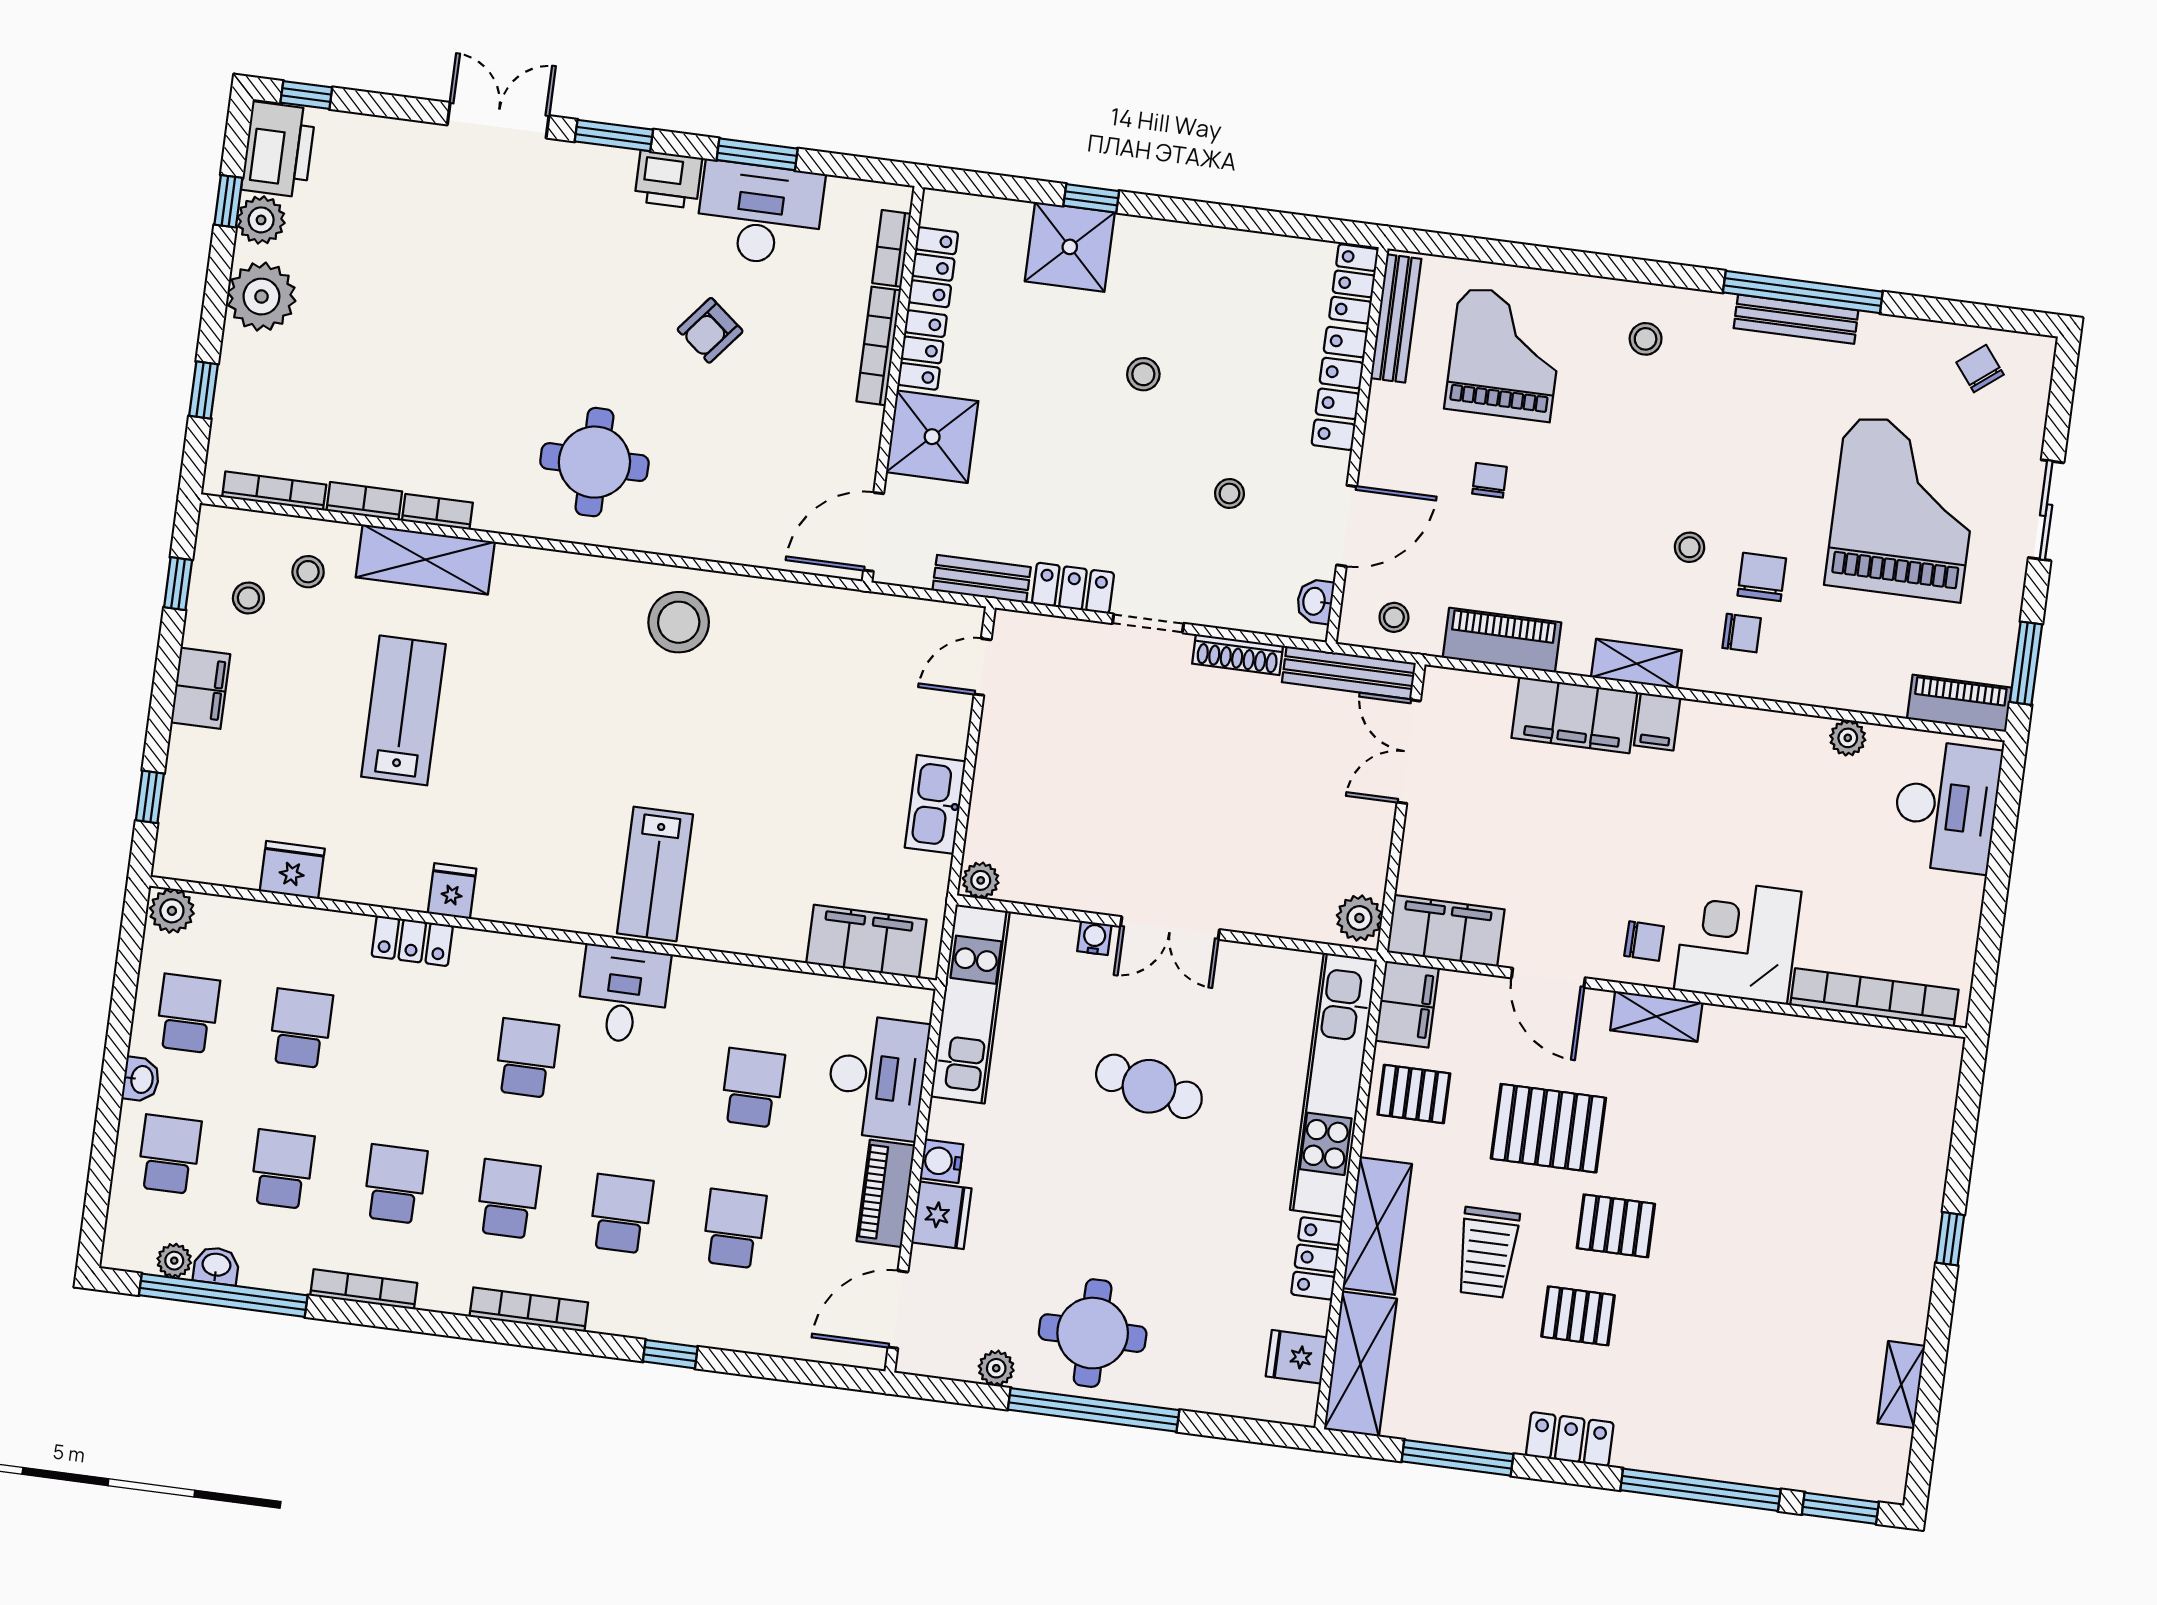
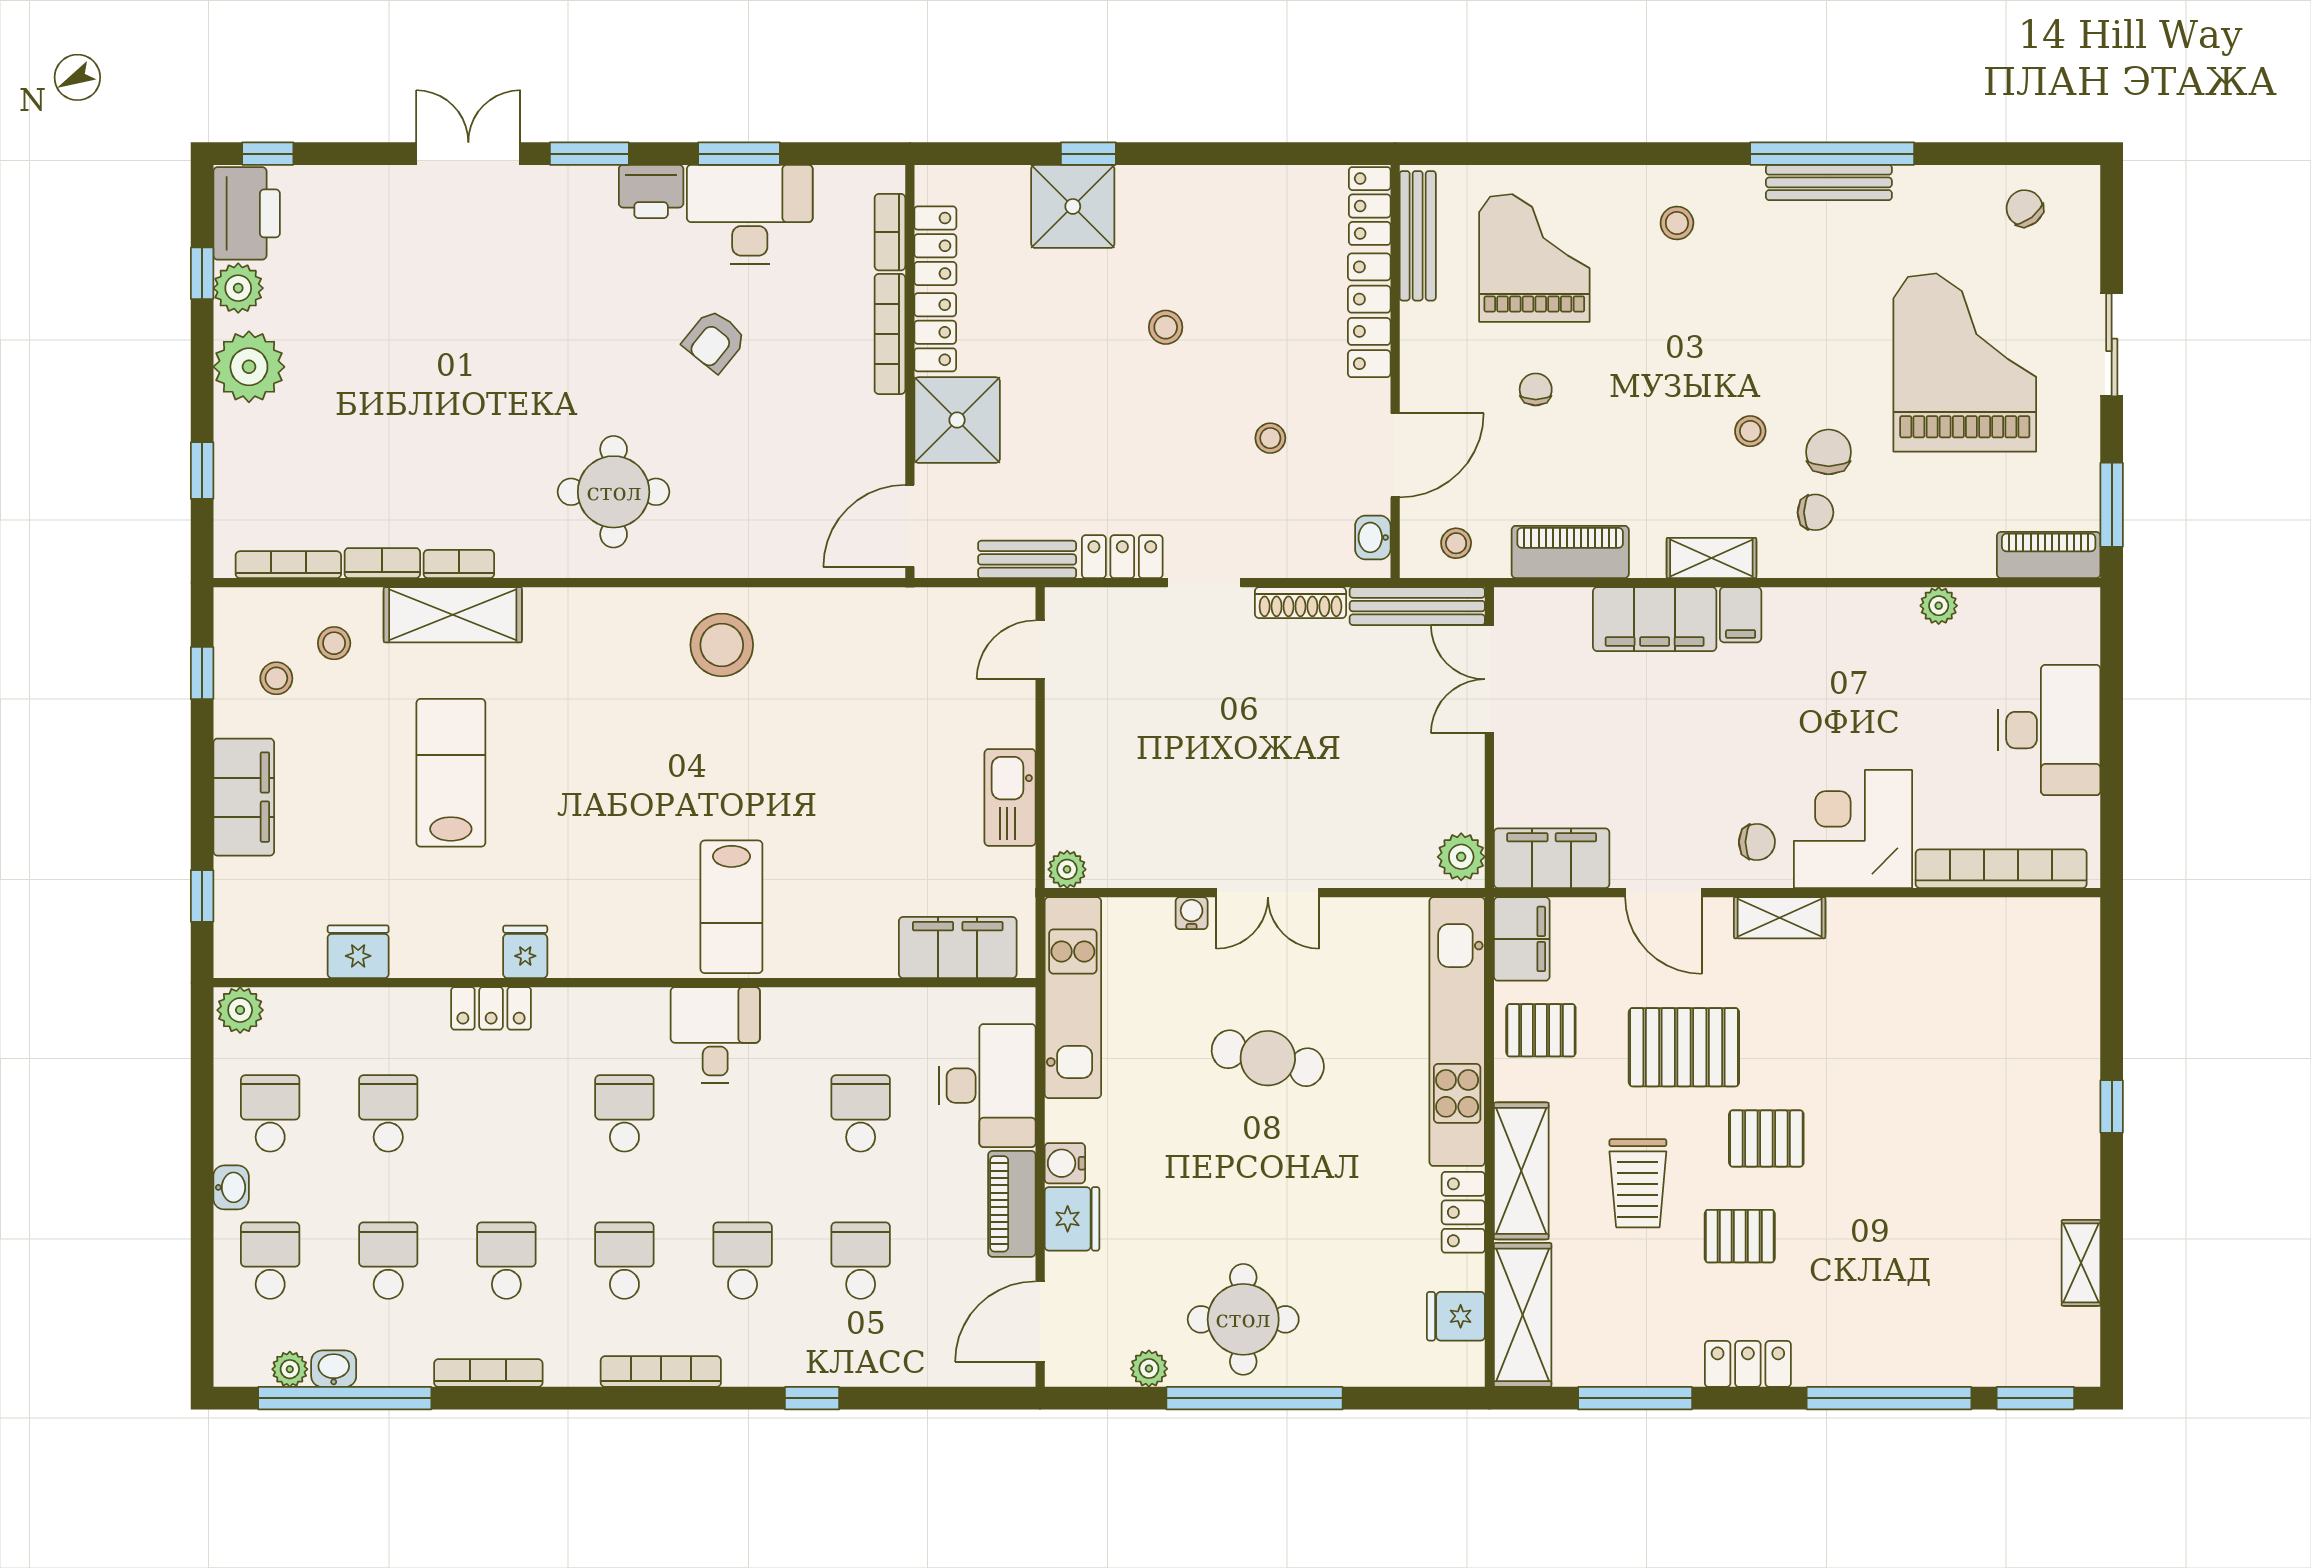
filing cabinet: (201, 688) -> (244, 797), width x1.50, depth x1.17
desk: (1946, 807) -> (2049, 730), moved

